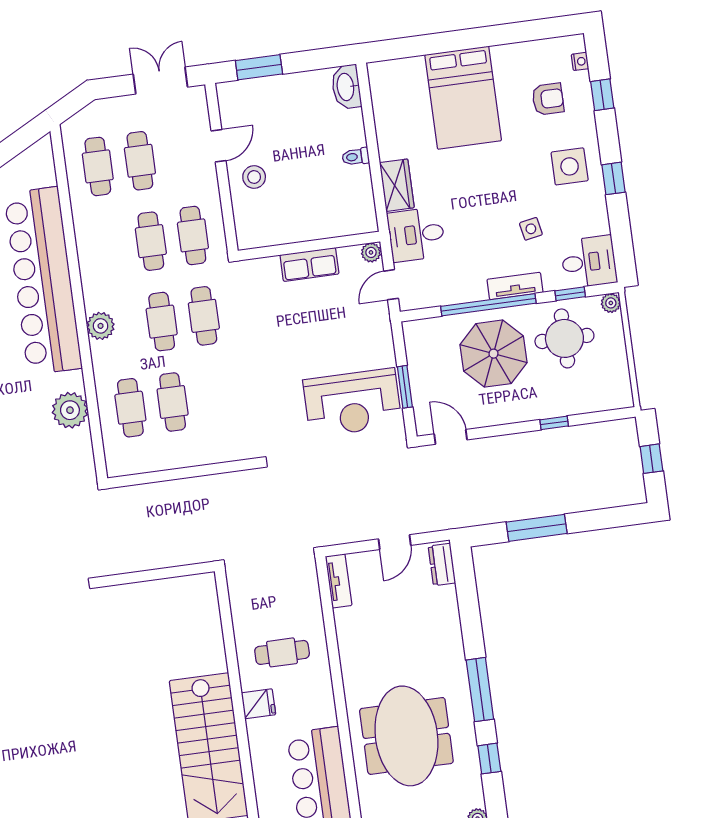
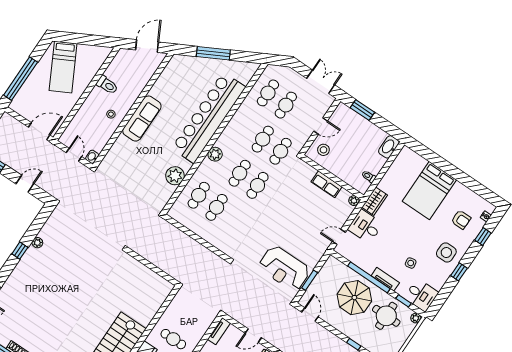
wall: (309, 246) -> (333, 177), moved
plant: (371, 252) -> (354, 201), moved
row of seats: (309, 264) -> (327, 184), moved

